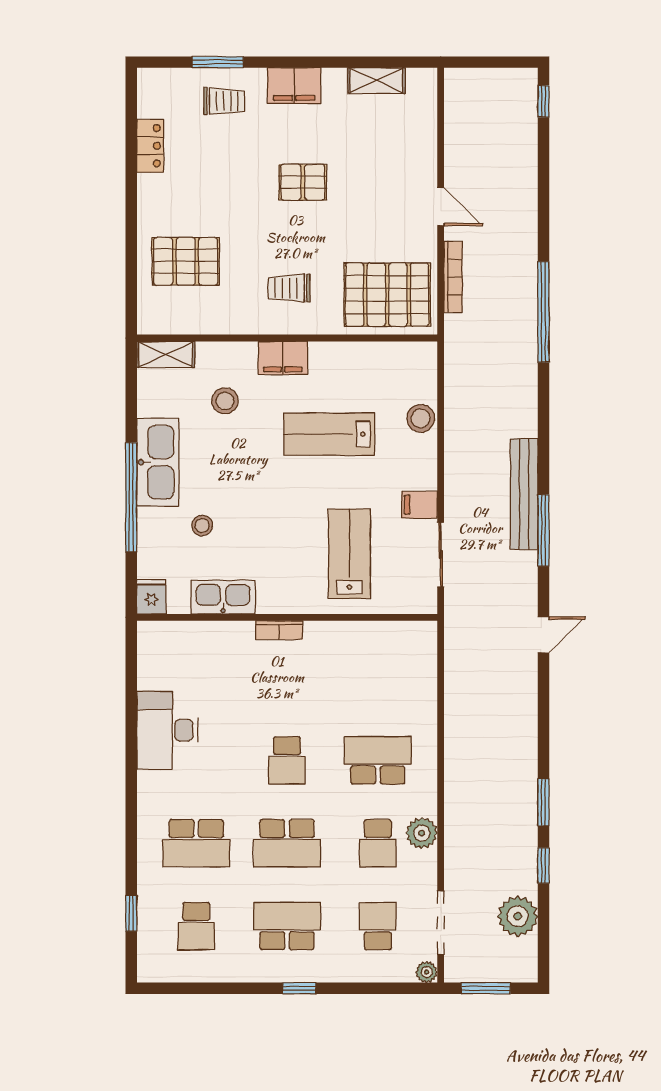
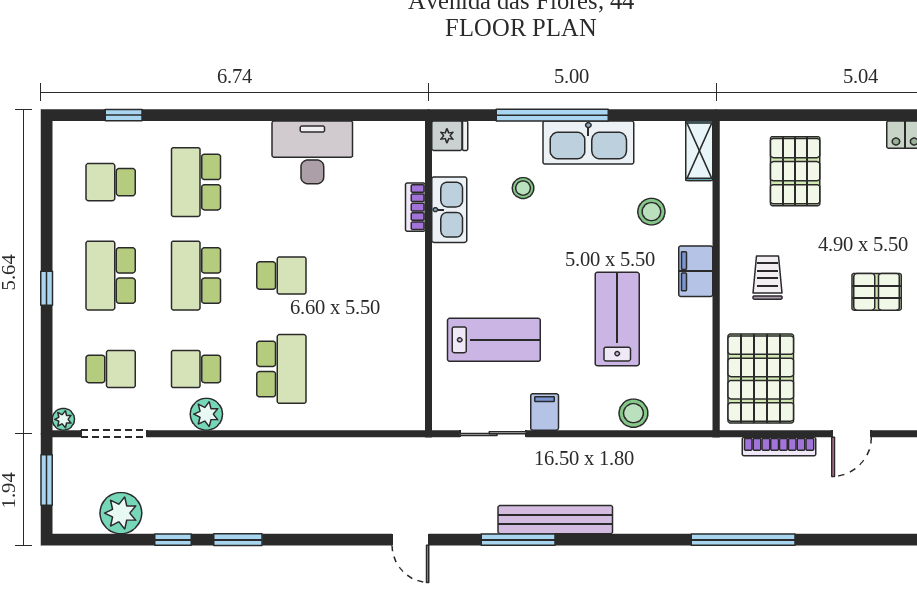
pallet: (303, 182) -> (877, 292), turned 90
bookcase: (279, 630) -> (415, 207), moved
school desk: (287, 760) -> (281, 276), turned 180
school desk: (287, 926) -> (111, 276), turned 180

